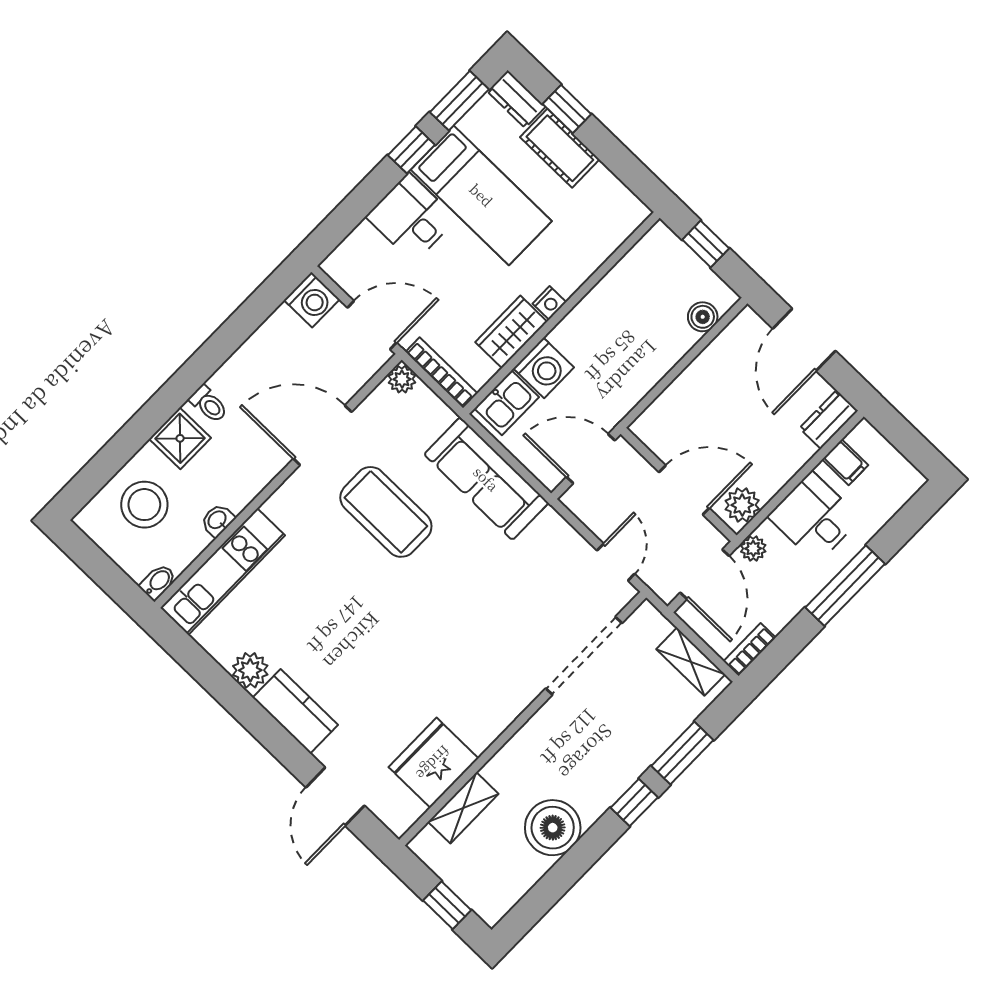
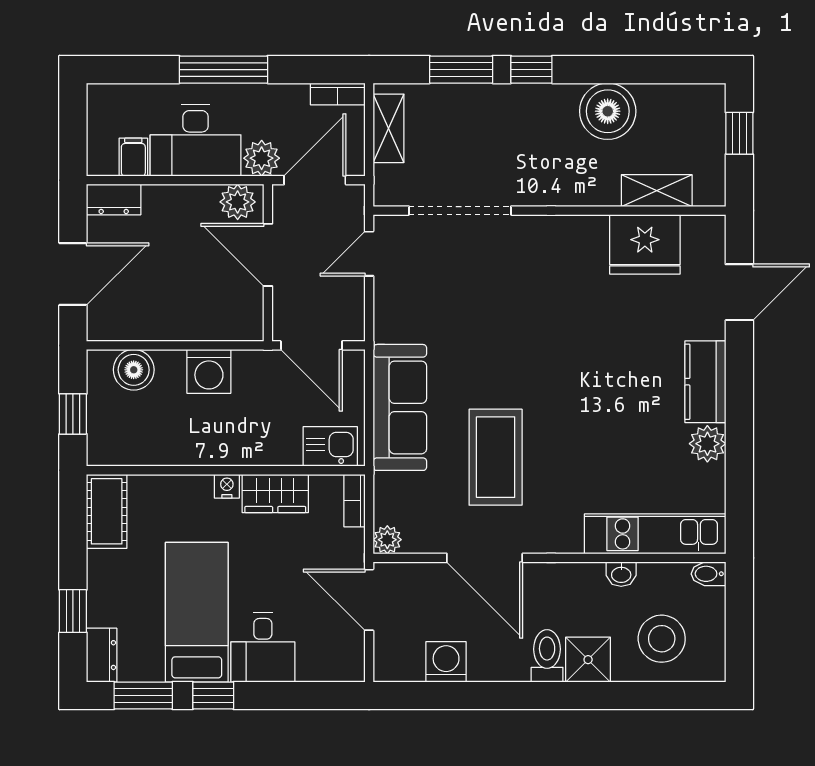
cot: (560, 148) -> (107, 511), moved
washing machine: (312, 300) -> (446, 662), moved
boiler: (703, 317) -> (134, 370), width x1.36, depth x1.36
washing machine: (544, 368) -> (209, 371), moved, turned 180
bookcase: (441, 373) -> (354, 501), width x0.64
toilet: (209, 404) -> (547, 656), width x1.37, depth x1.39
desk: (814, 517) -> (196, 141), width x1.37
plant: (753, 548) -> (262, 158), width x1.38, depth x1.38

